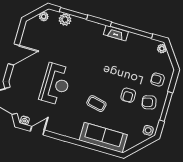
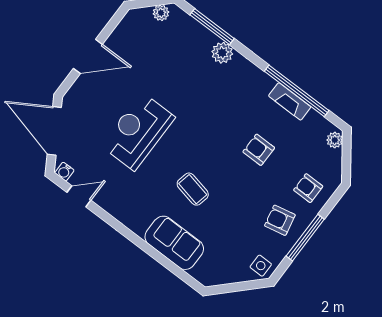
plant: (65, 20) -> (222, 53), moved
fireplace: (116, 33) -> (290, 101), moved
reception desk: (56, 84) -> (138, 131), turned 180
armchair: (128, 95) -> (259, 150), moved, turned 90
sofa: (103, 138) -> (174, 243), width x0.73

